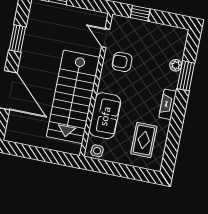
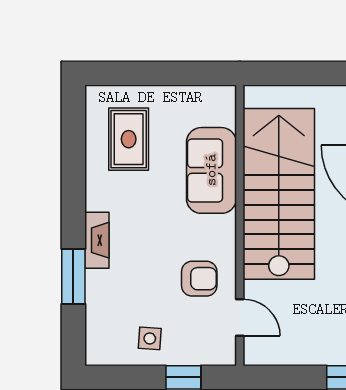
plant: (176, 65) -> (96, 293), removed
fireplace: (168, 104) -> (97, 240), moved
side table: (97, 151) -> (150, 338), moved

